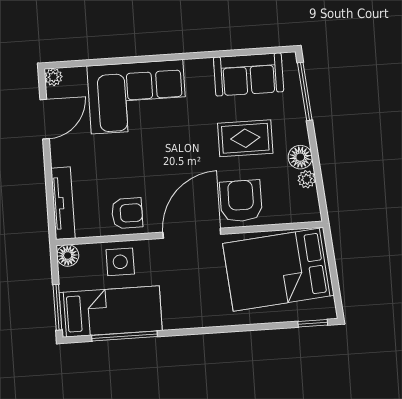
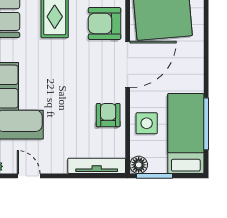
door: (45, 119) -> (29, 176), width x0.73
door: (192, 233) -> (128, 64), swing flipped
window: (57, 307) -> (155, 176), moved

